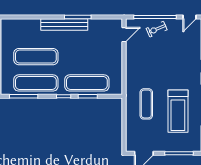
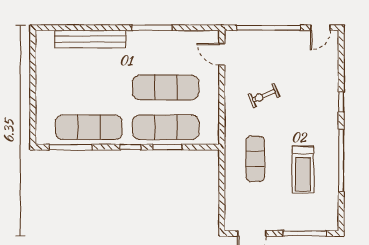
bench: (64, 24) -> (90, 39), moved
exercise bike: (157, 29) -> (264, 96), moved
door: (124, 35) -> (222, 54), swing flipped
exercise mat: (36, 57) -> (166, 87), moved
treadmill: (178, 111) -> (303, 170), width x0.73, depth x0.73

